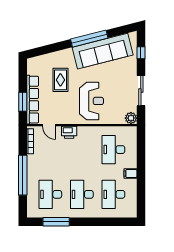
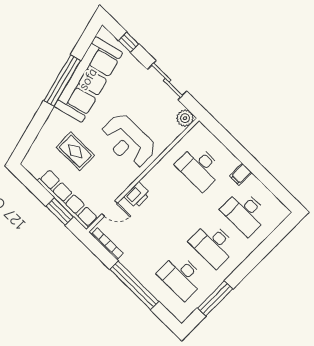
reception desk: (91, 101) -> (128, 141), turned 180

